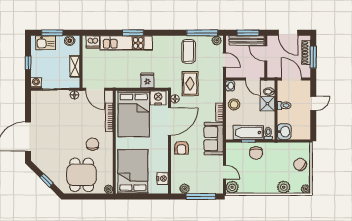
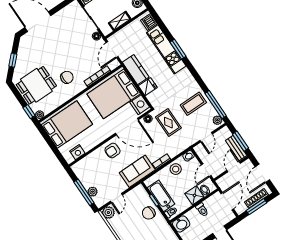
bench: (247, 41) -> (236, 148), width x0.73
kitchen counter: (126, 81) -> (136, 70), added
rug: (190, 84) -> (168, 123), turned 90
plant: (185, 189) -> (92, 192), moved
window: (100, 196) -> (29, 112), added

